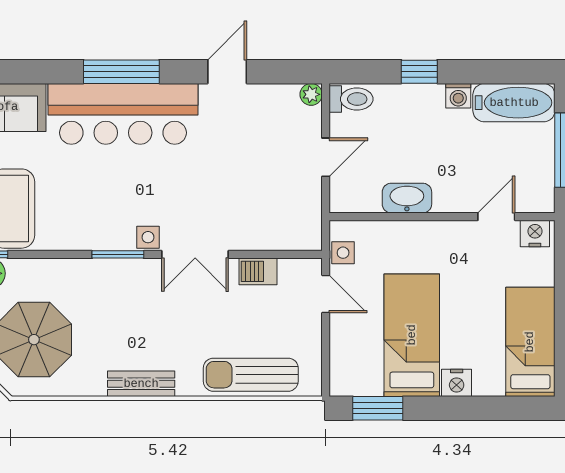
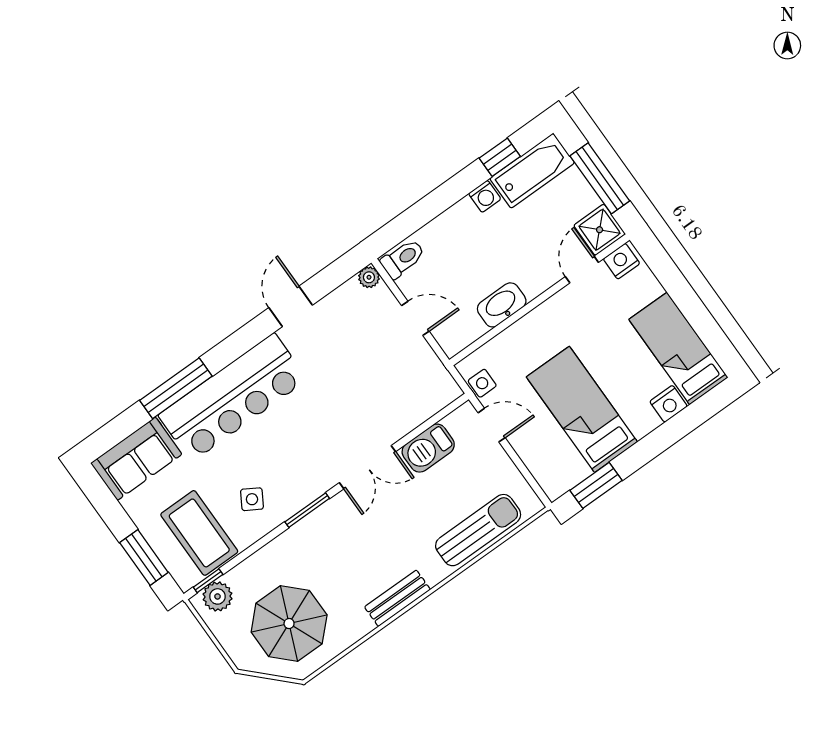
window: (121, 72) -> (176, 388), moved
window: (419, 72) -> (500, 157), moved
door: (326, 157) -> (415, 318), hinge flipped
shower: (535, 193) -> (600, 230), added
side table: (148, 237) -> (252, 499), moved, turned 31
barbecue: (258, 271) -> (428, 448), width x1.38, depth x1.27
sun lounger: (251, 375) -> (478, 530), turned 180
nightstand: (457, 383) -> (669, 404), moved

